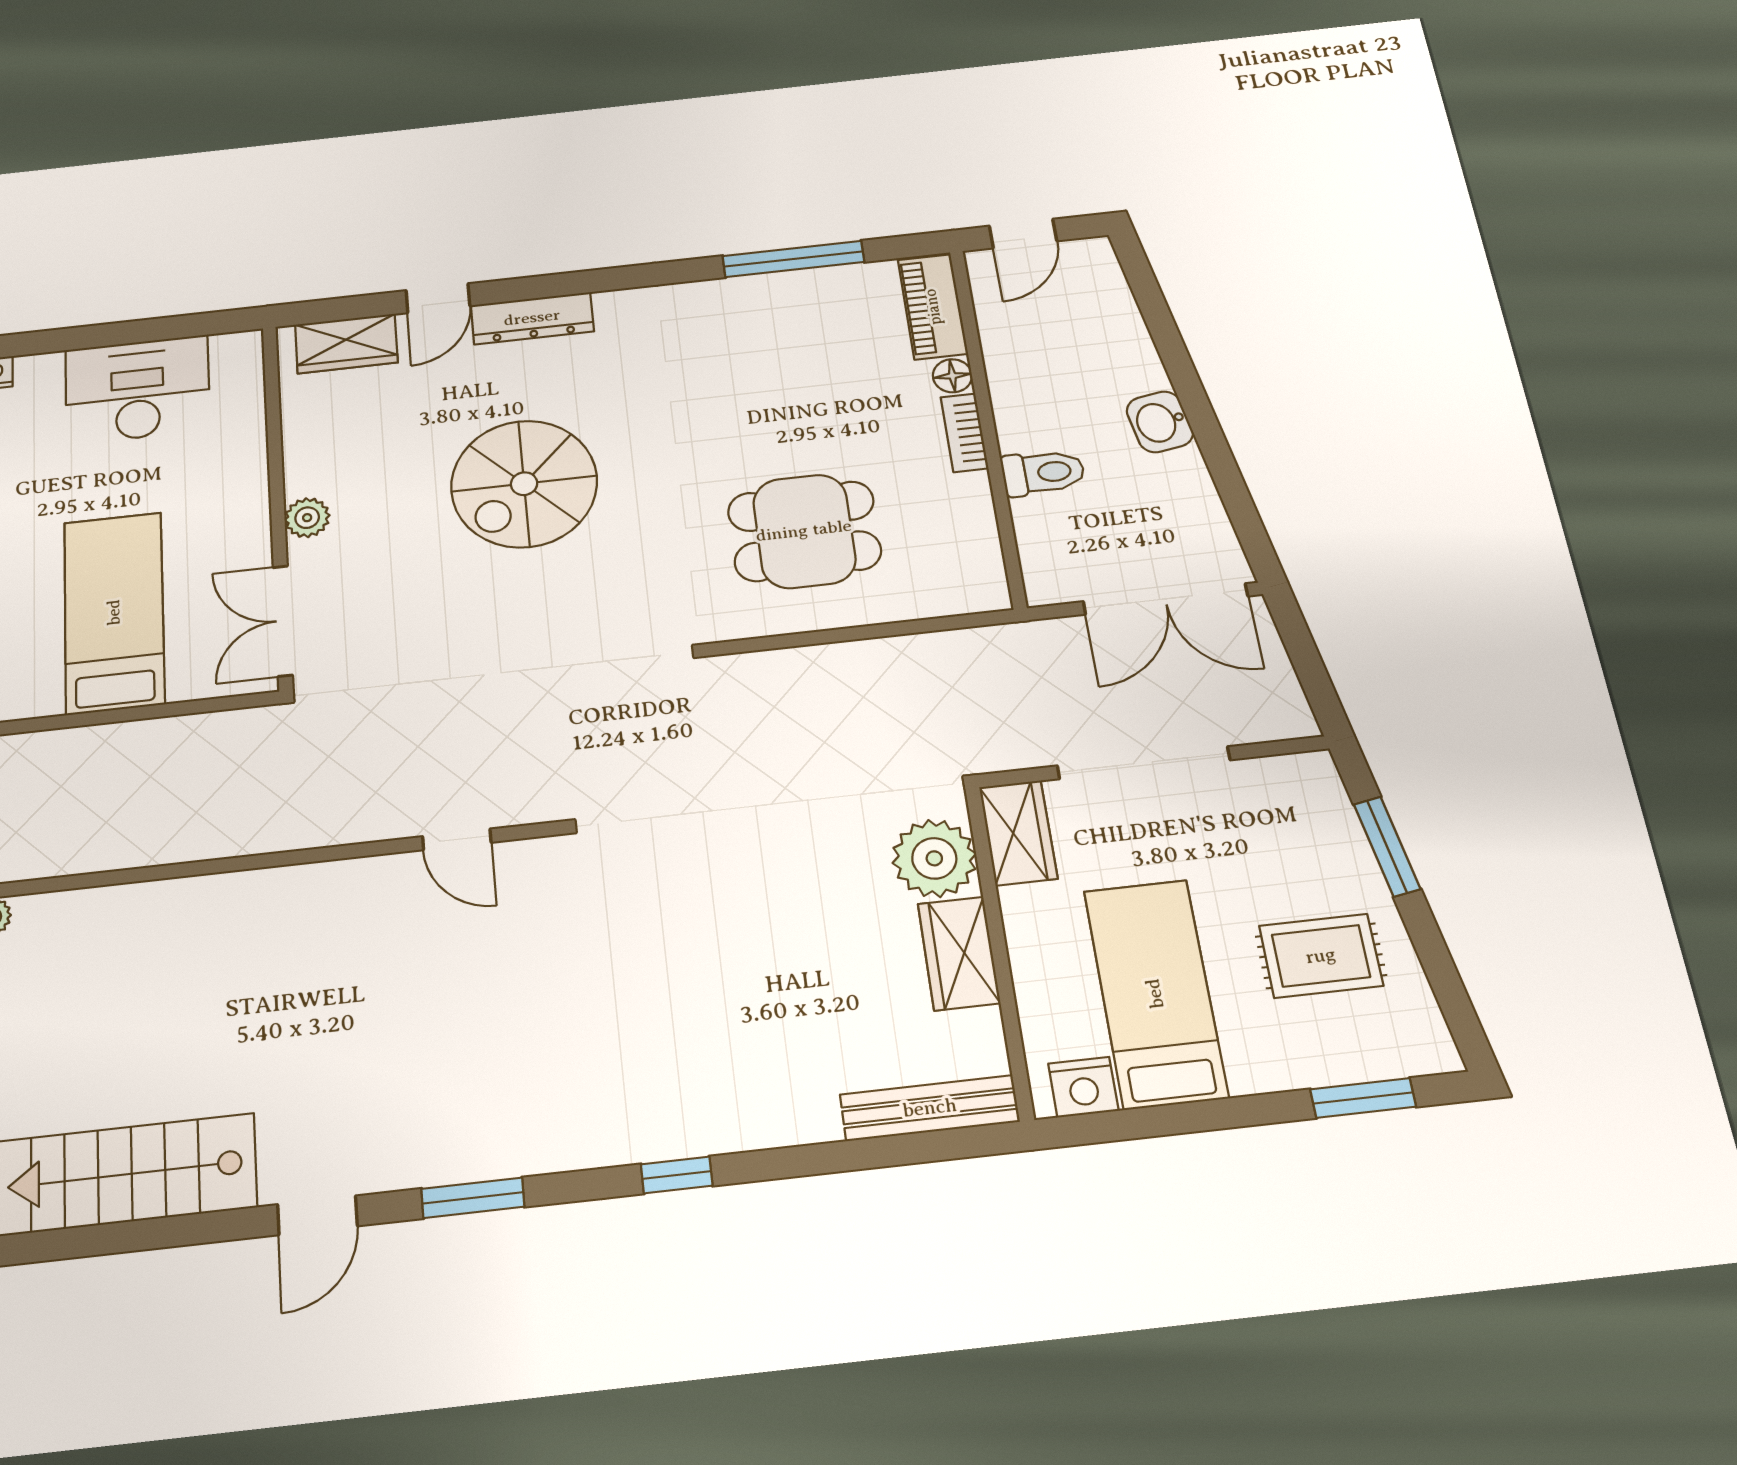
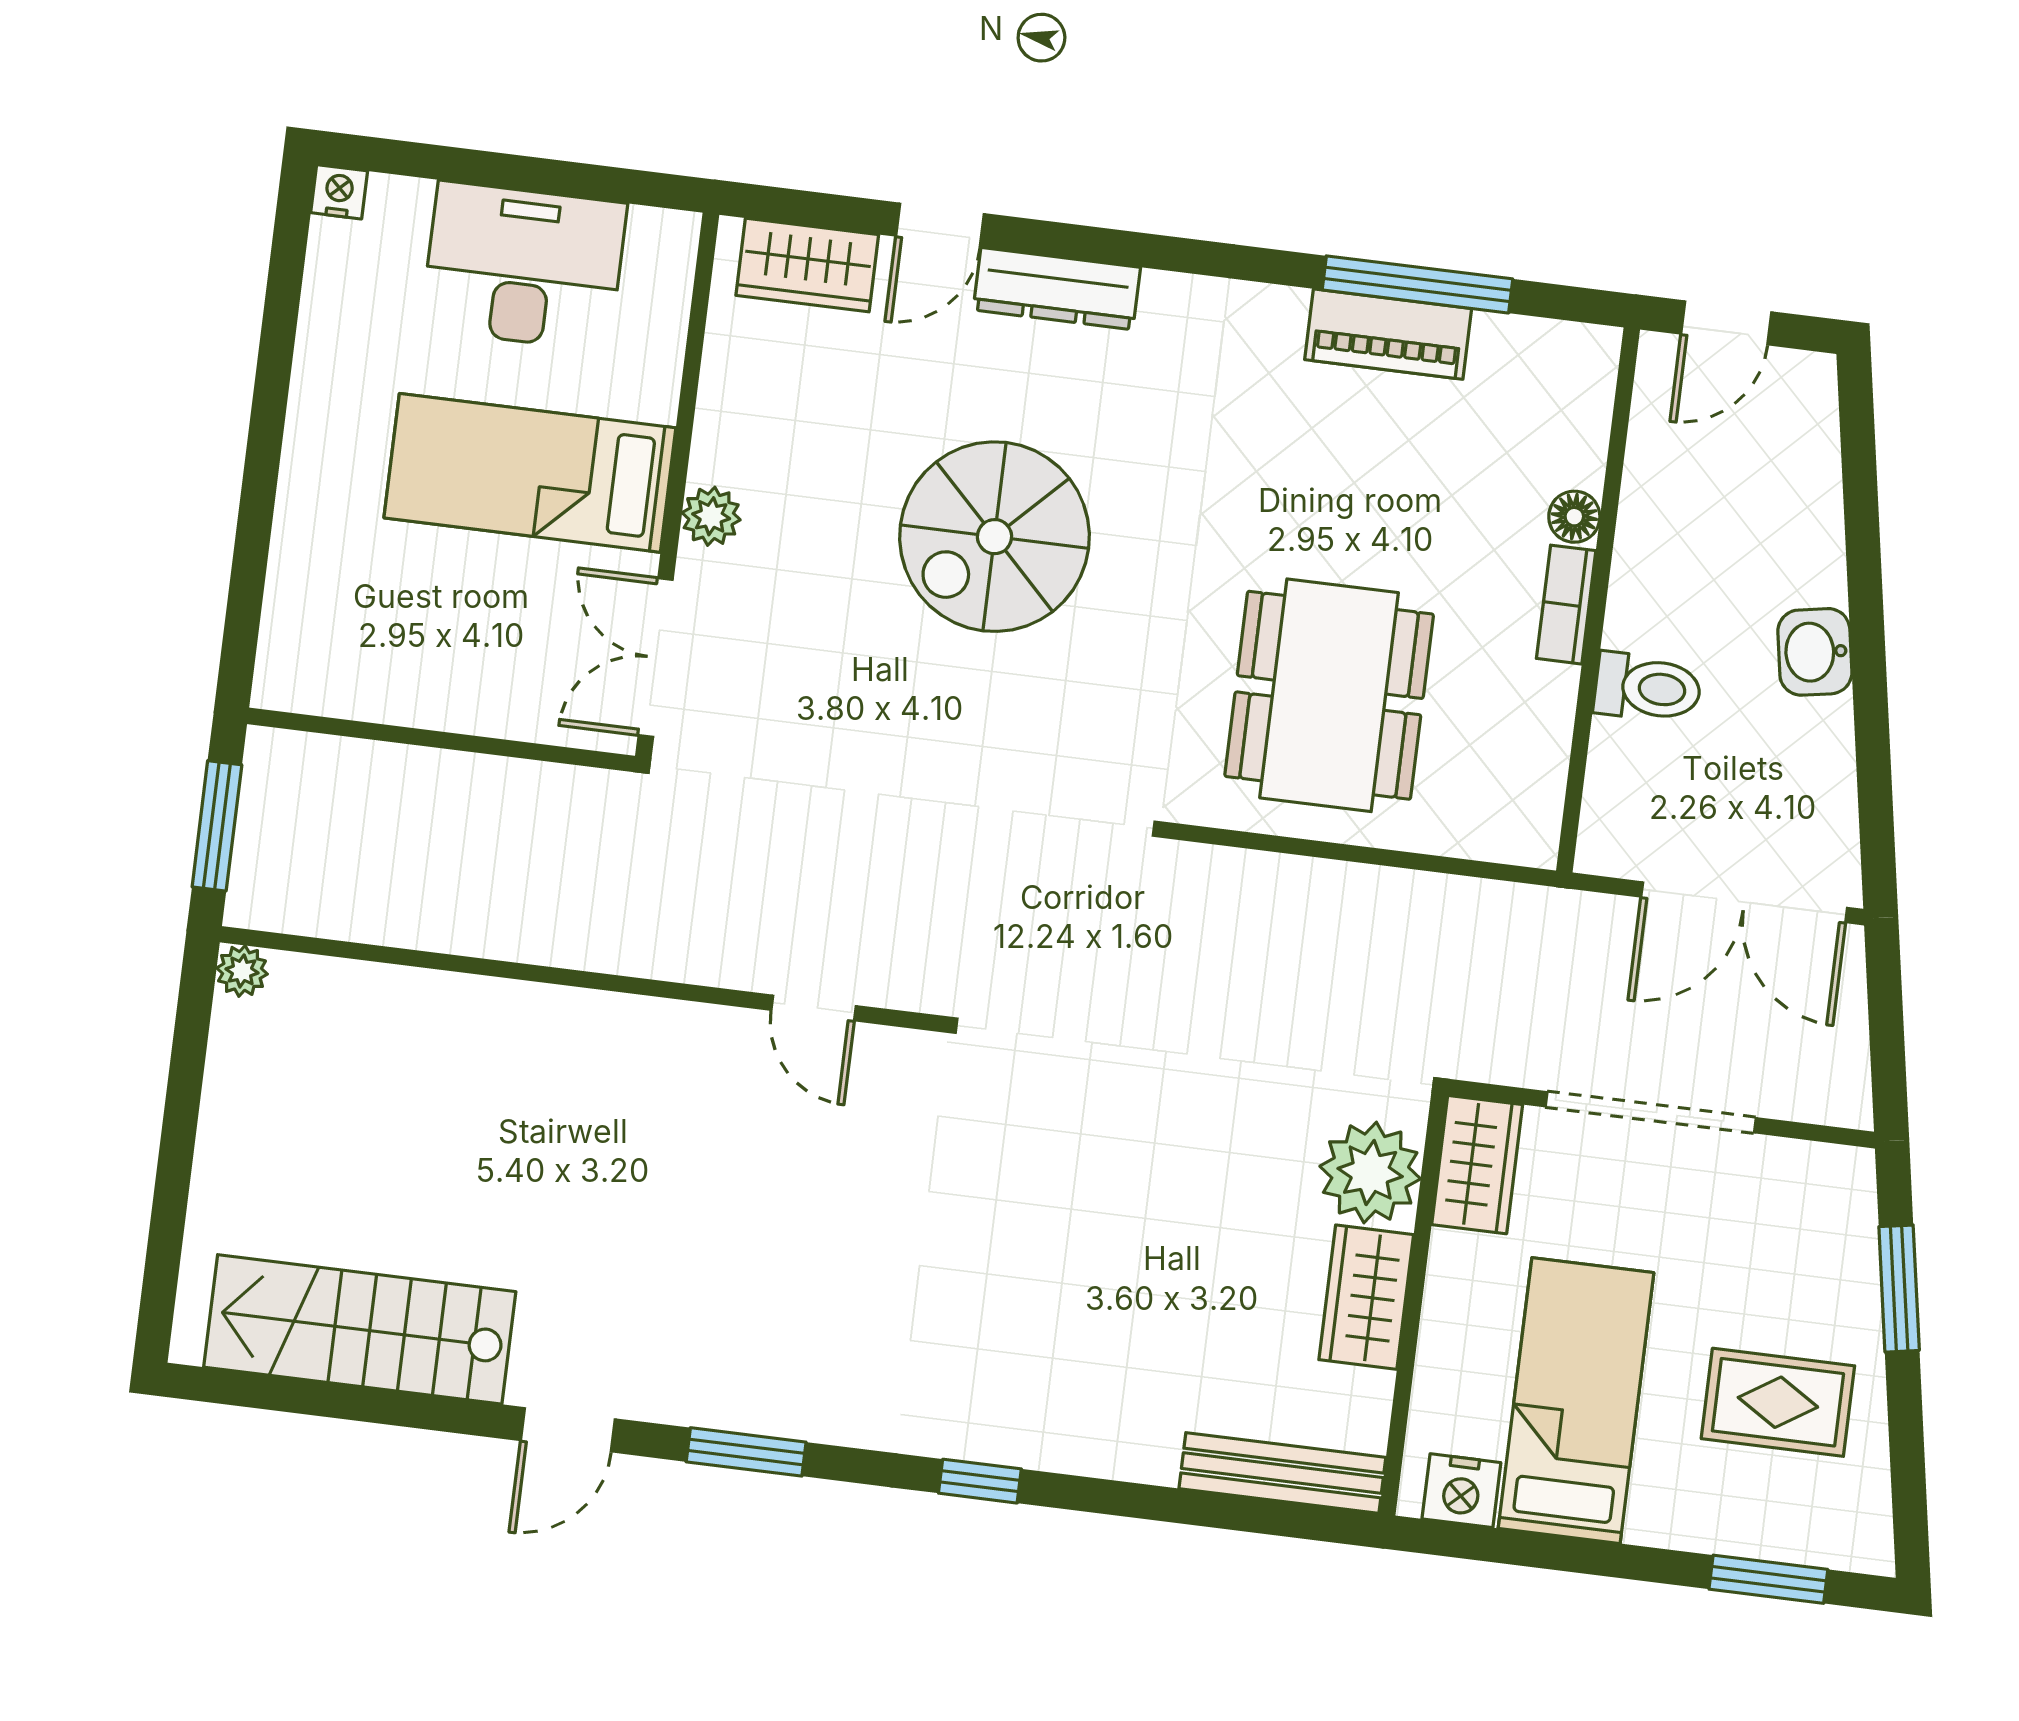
piano: (933, 307) -> (1388, 334), moved, turned -90
dining table: (804, 531) -> (1329, 695), width x1.38
bed: (114, 612) -> (530, 473), moved, turned -90

